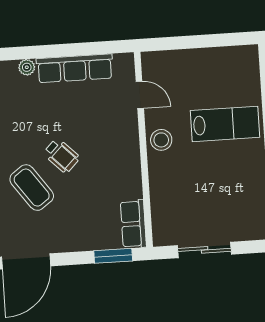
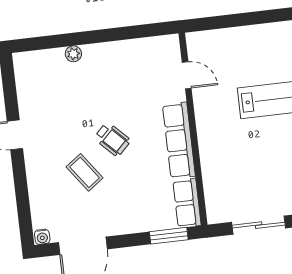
row of seats: (75, 68) -> (179, 140), moved, turned 90
stool: (161, 140) -> (210, 119), removed
coffee table: (32, 188) -> (85, 172), width x0.73, depth x0.77

